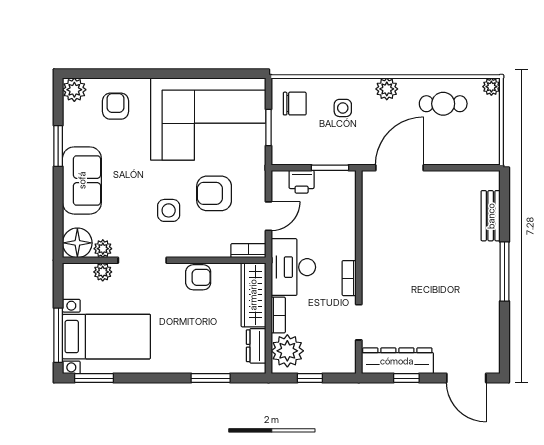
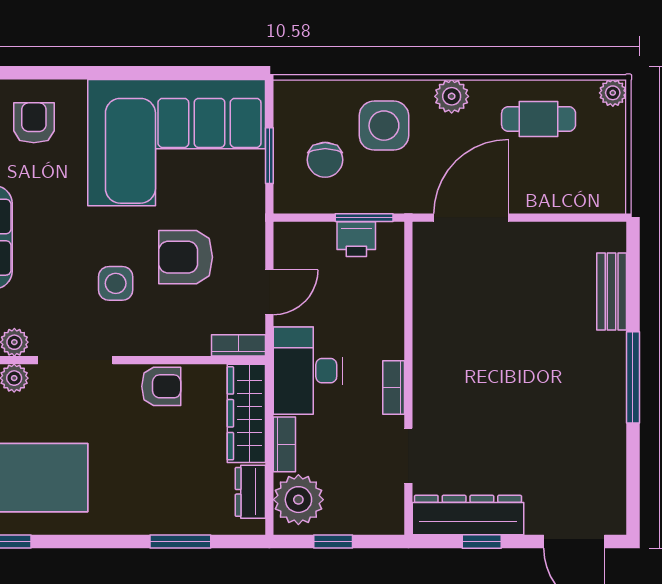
chair: (295, 104) -> (325, 160), moved, turned 90
side table: (343, 108) -> (384, 126), width x1.87, depth x1.87
printer: (302, 182) -> (356, 239), moved

